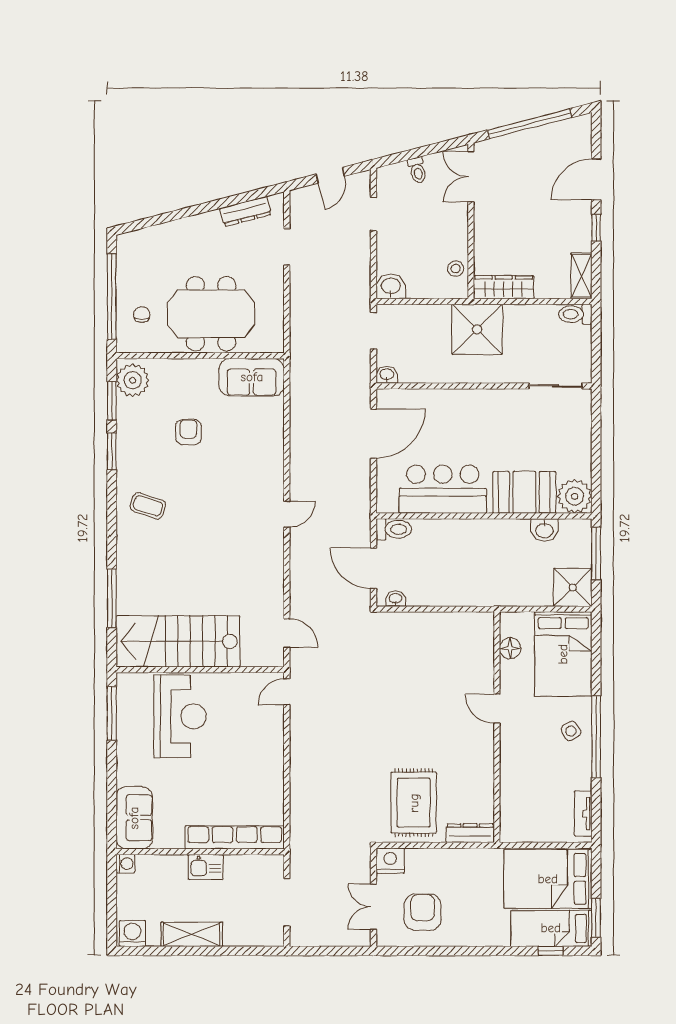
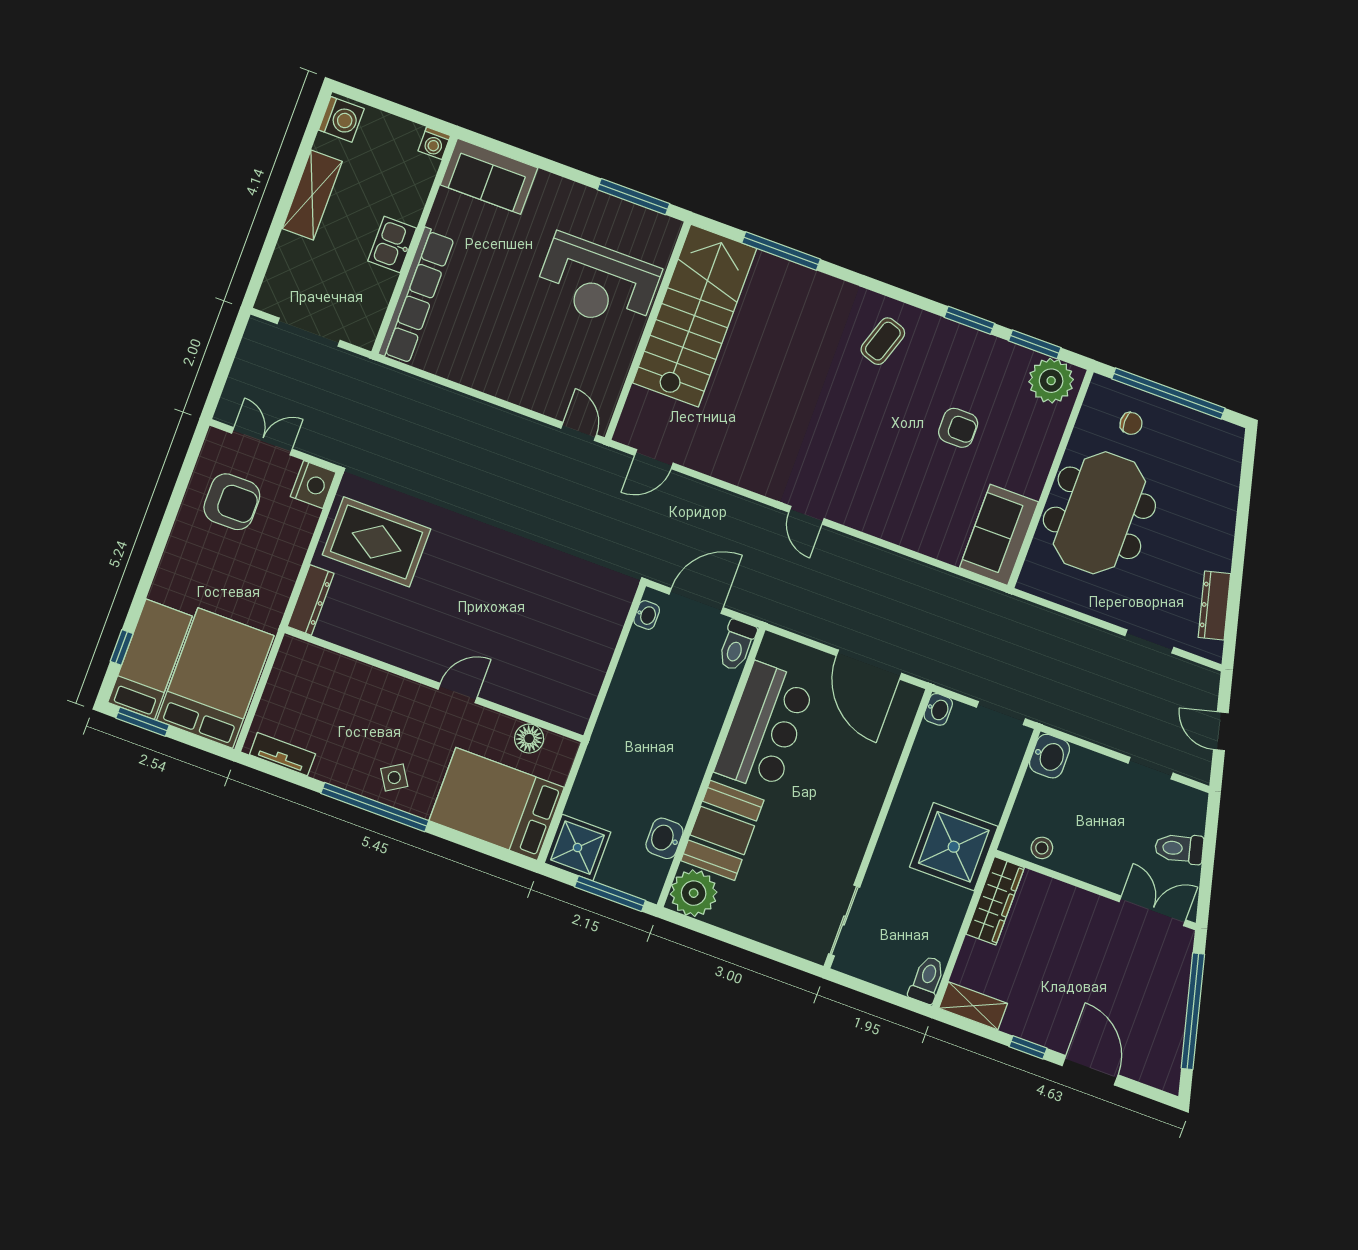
toilet: (417, 170) -> (1179, 848), width x1.37, depth x1.39

